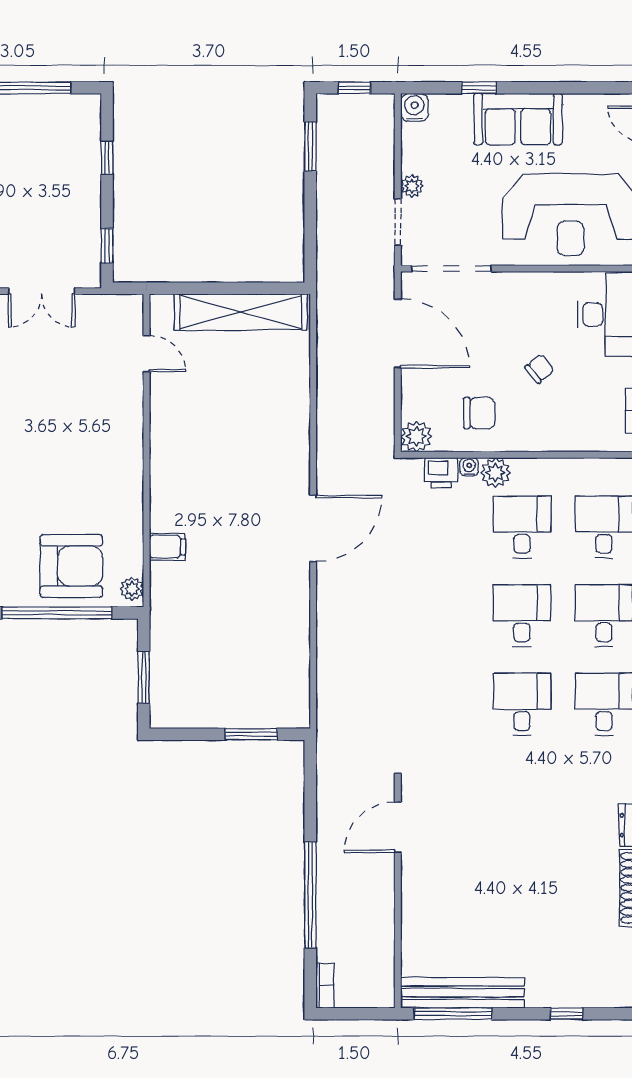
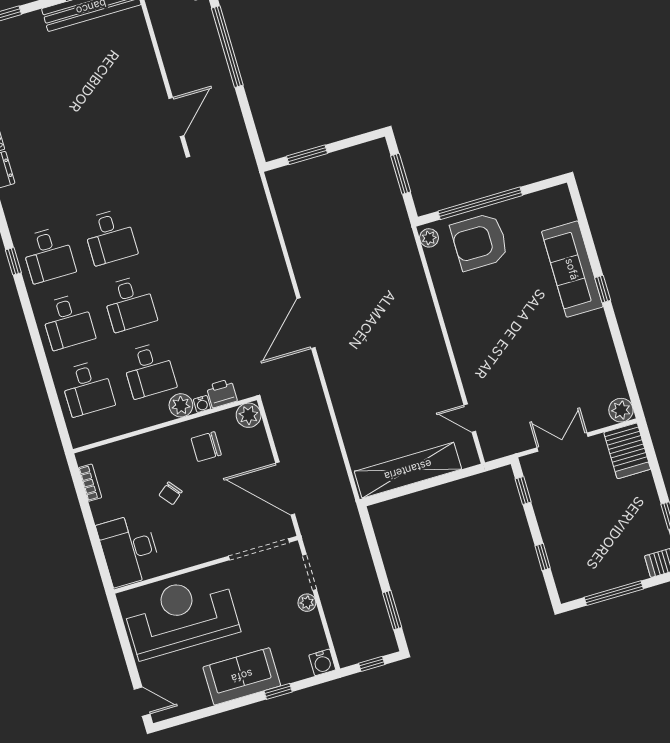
filing cabinet: (167, 547) -> (412, 277), removed

